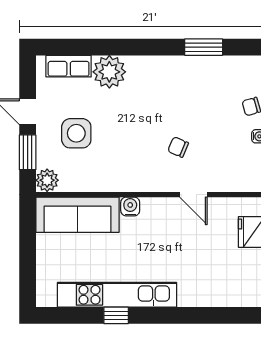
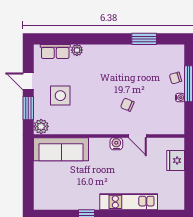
plant: (109, 72) -> (77, 50), width x0.53, depth x0.53
water cooler: (130, 207) -> (116, 144), moved
kitchen unit: (117, 295) -> (129, 202), moved, width x0.73

